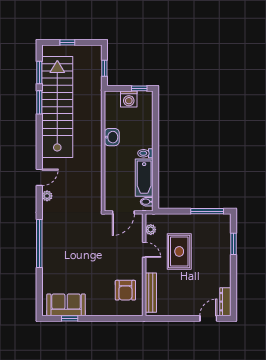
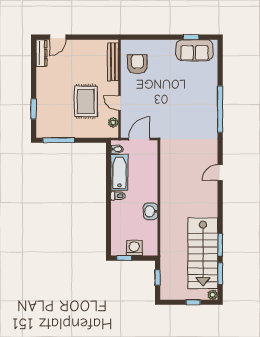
stairs: (57, 107) -> (203, 253), width x0.73
plant: (47, 196) -> (213, 295), moved

